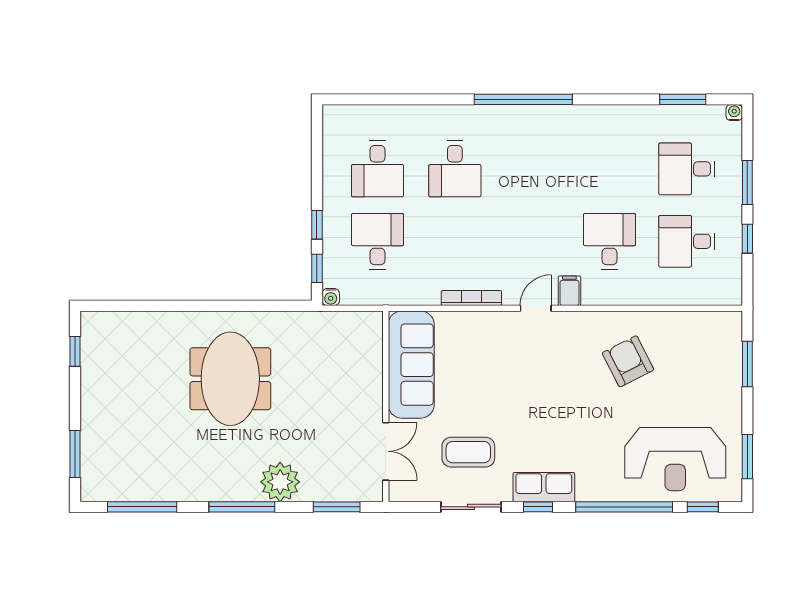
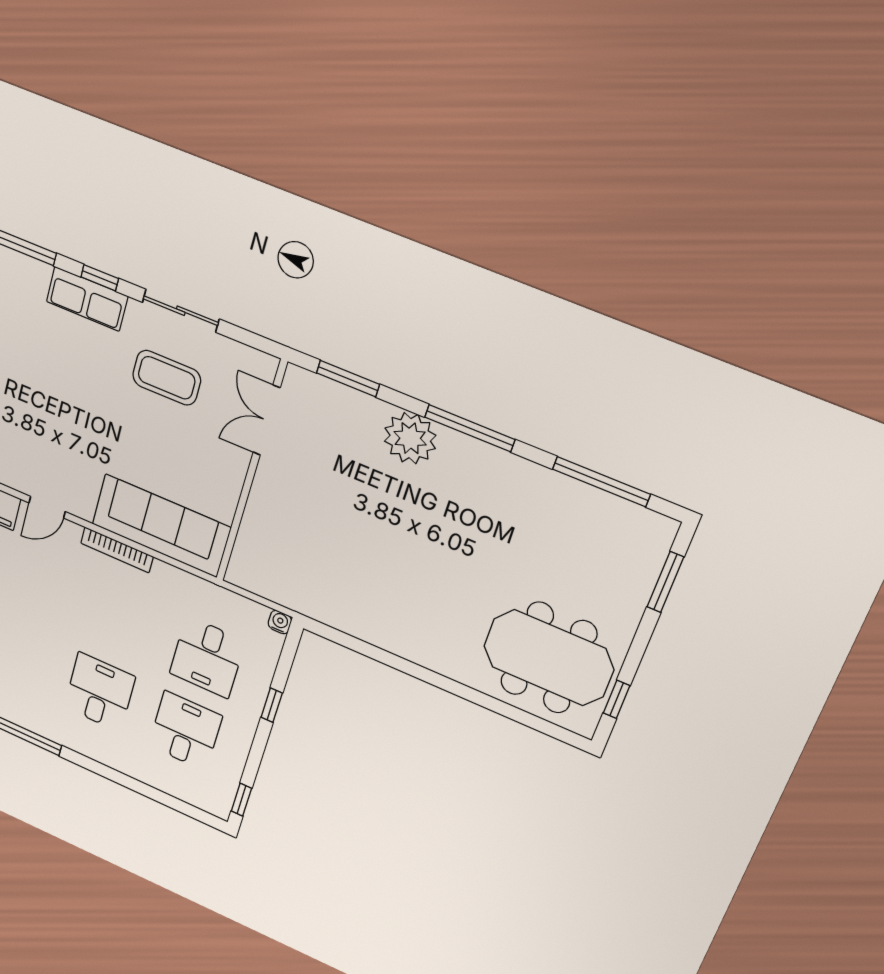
window: (317, 268) -> (241, 800), moved
sofa: (411, 365) -> (161, 526), moved, turned 90
meeting table: (230, 379) -> (549, 658), moved, turned 90

